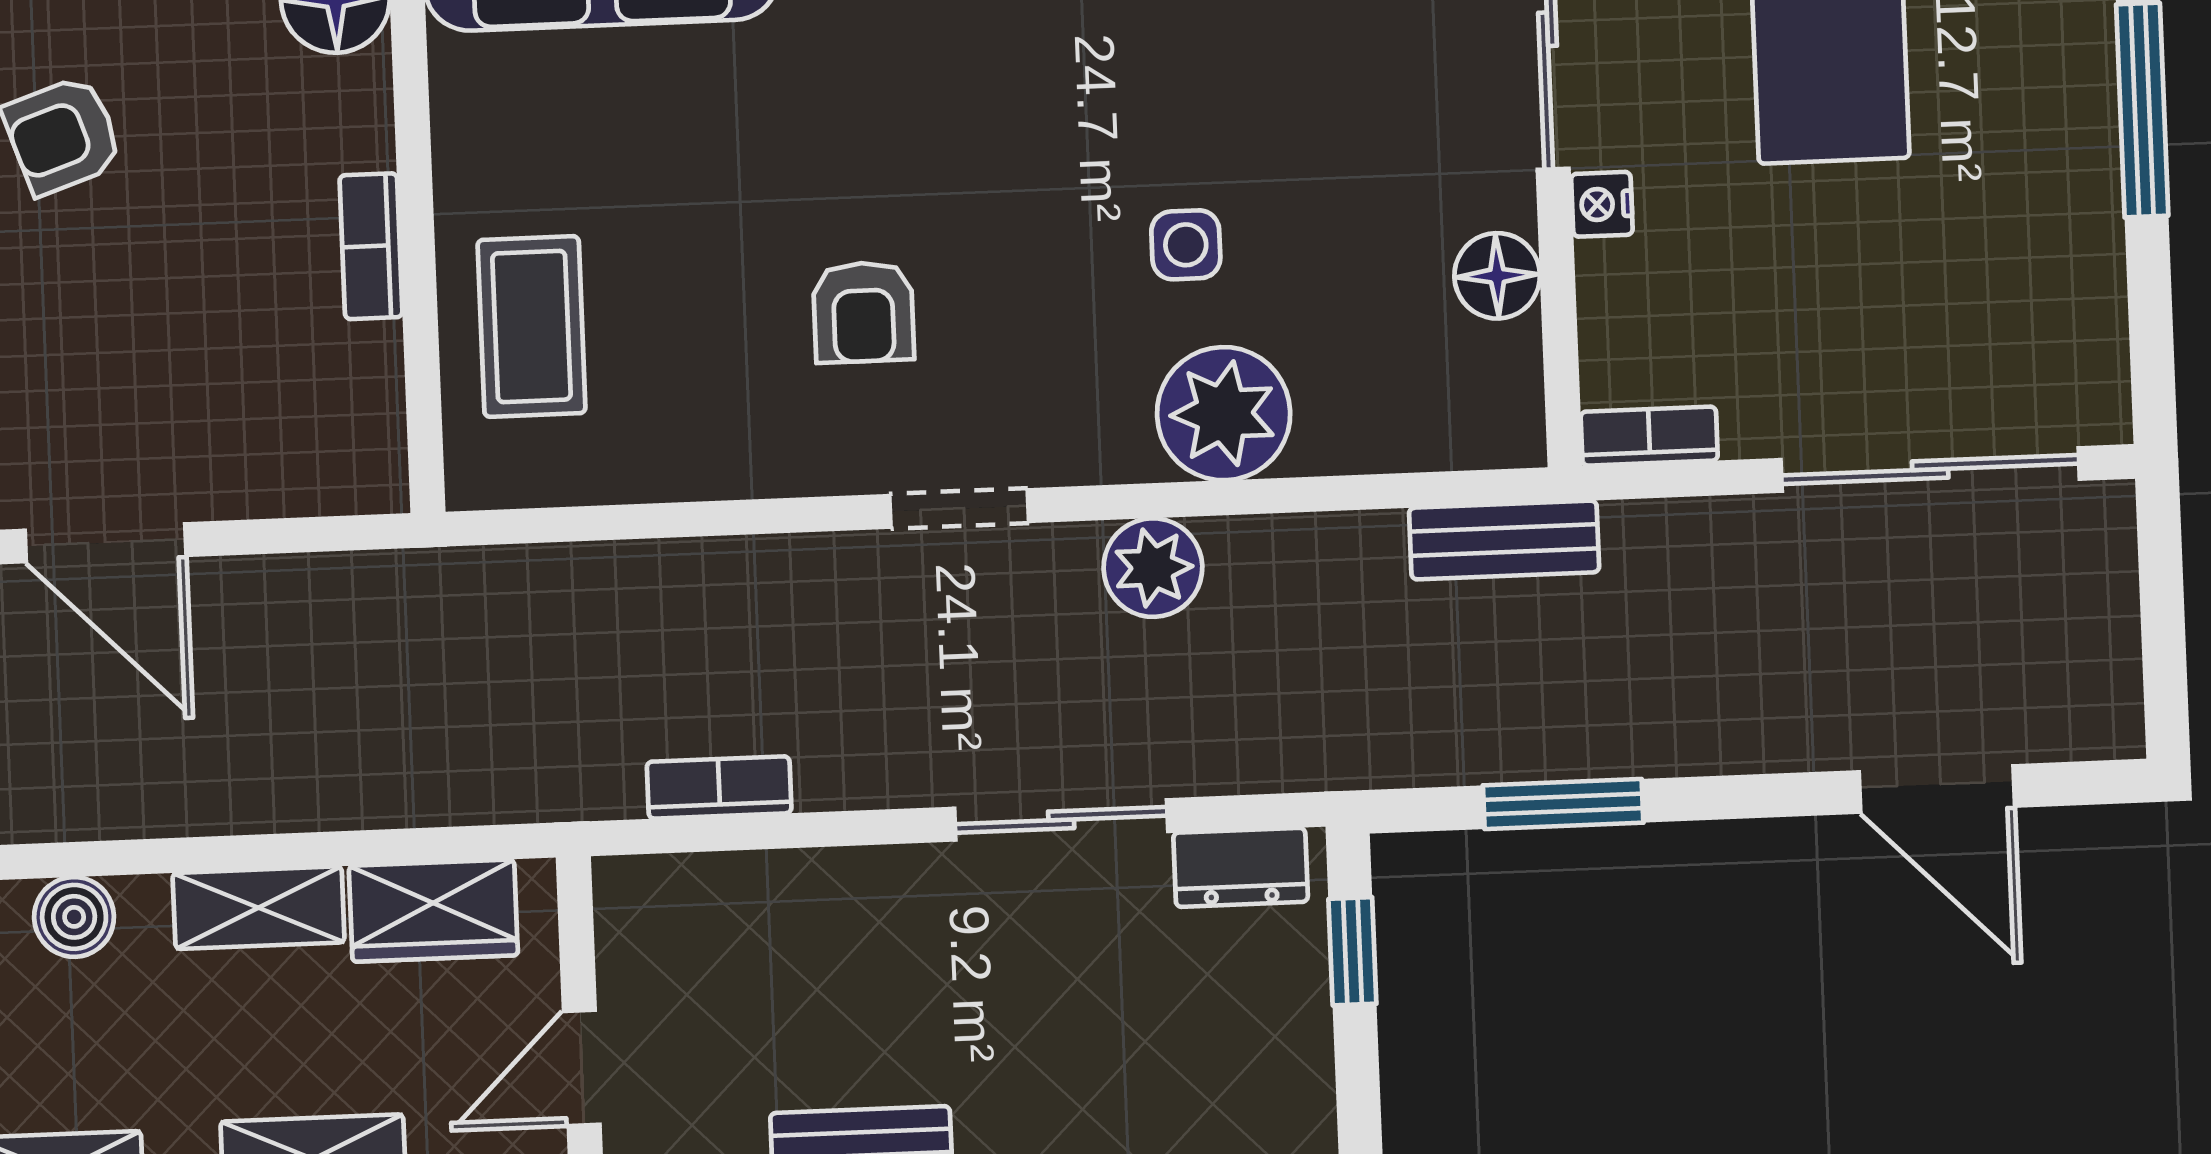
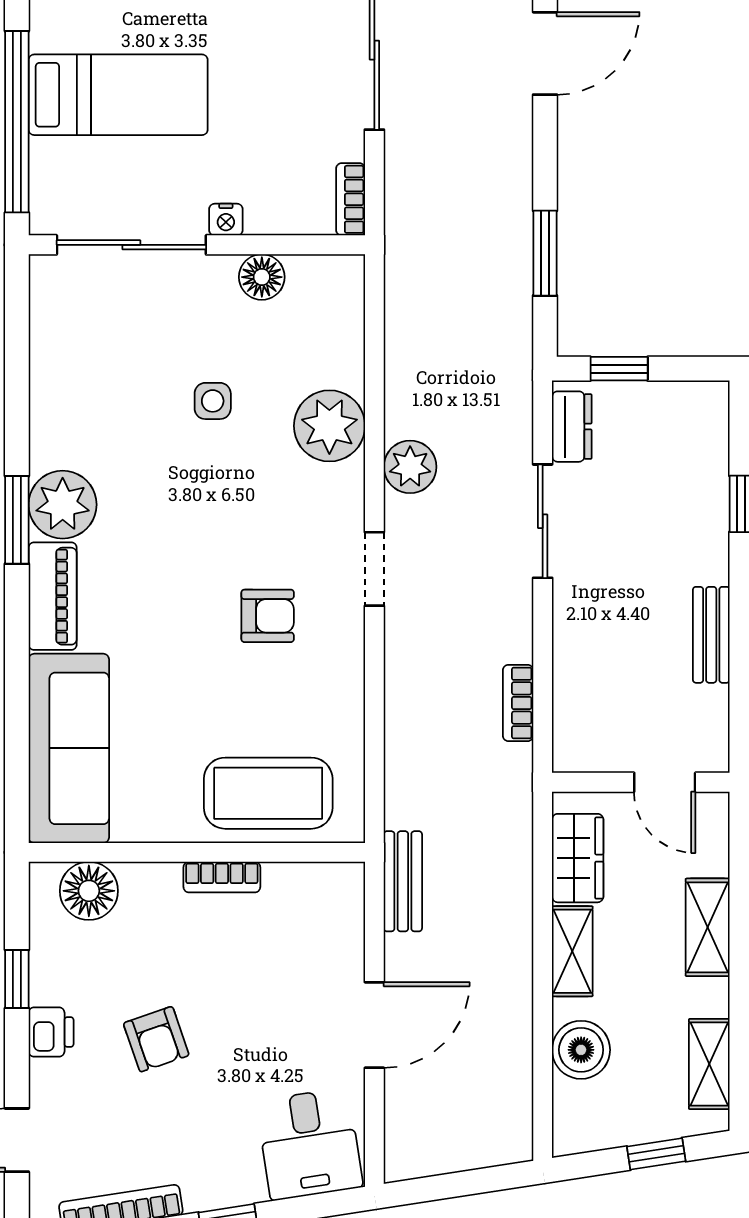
side table: (1186, 245) -> (213, 401), moved
coffee table: (532, 326) -> (268, 793), width x1.36, depth x1.32
bench: (1504, 540) -> (403, 881), moved
boiler: (74, 917) -> (581, 1050), width x1.36, depth x1.36

